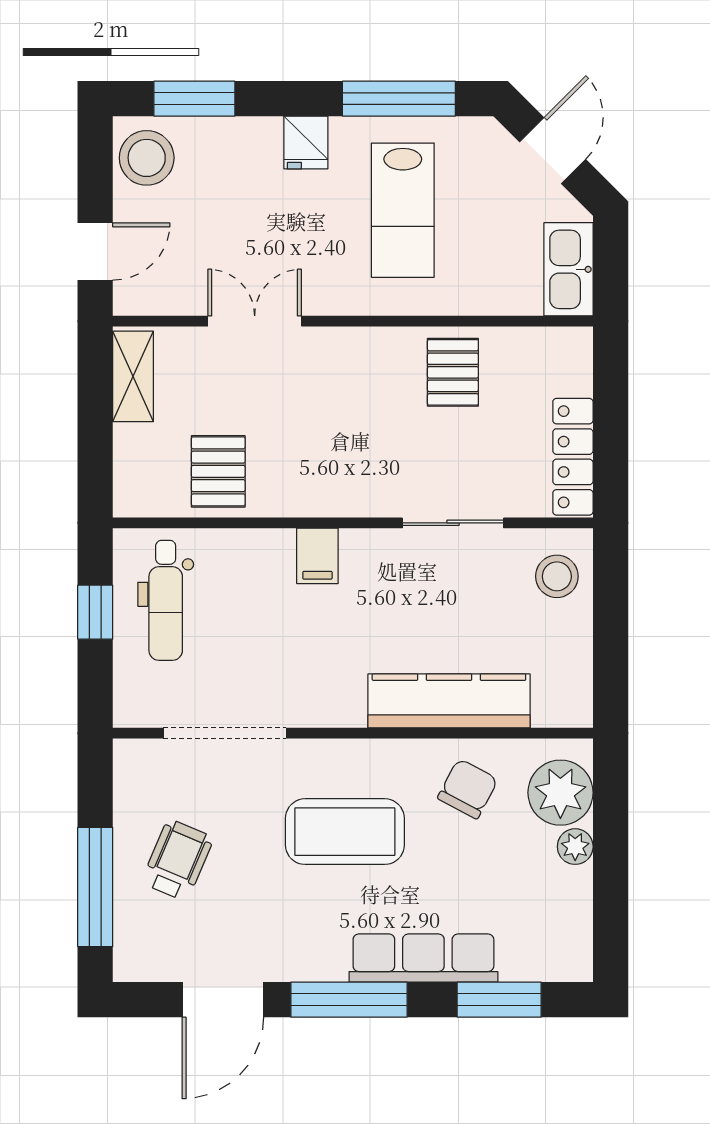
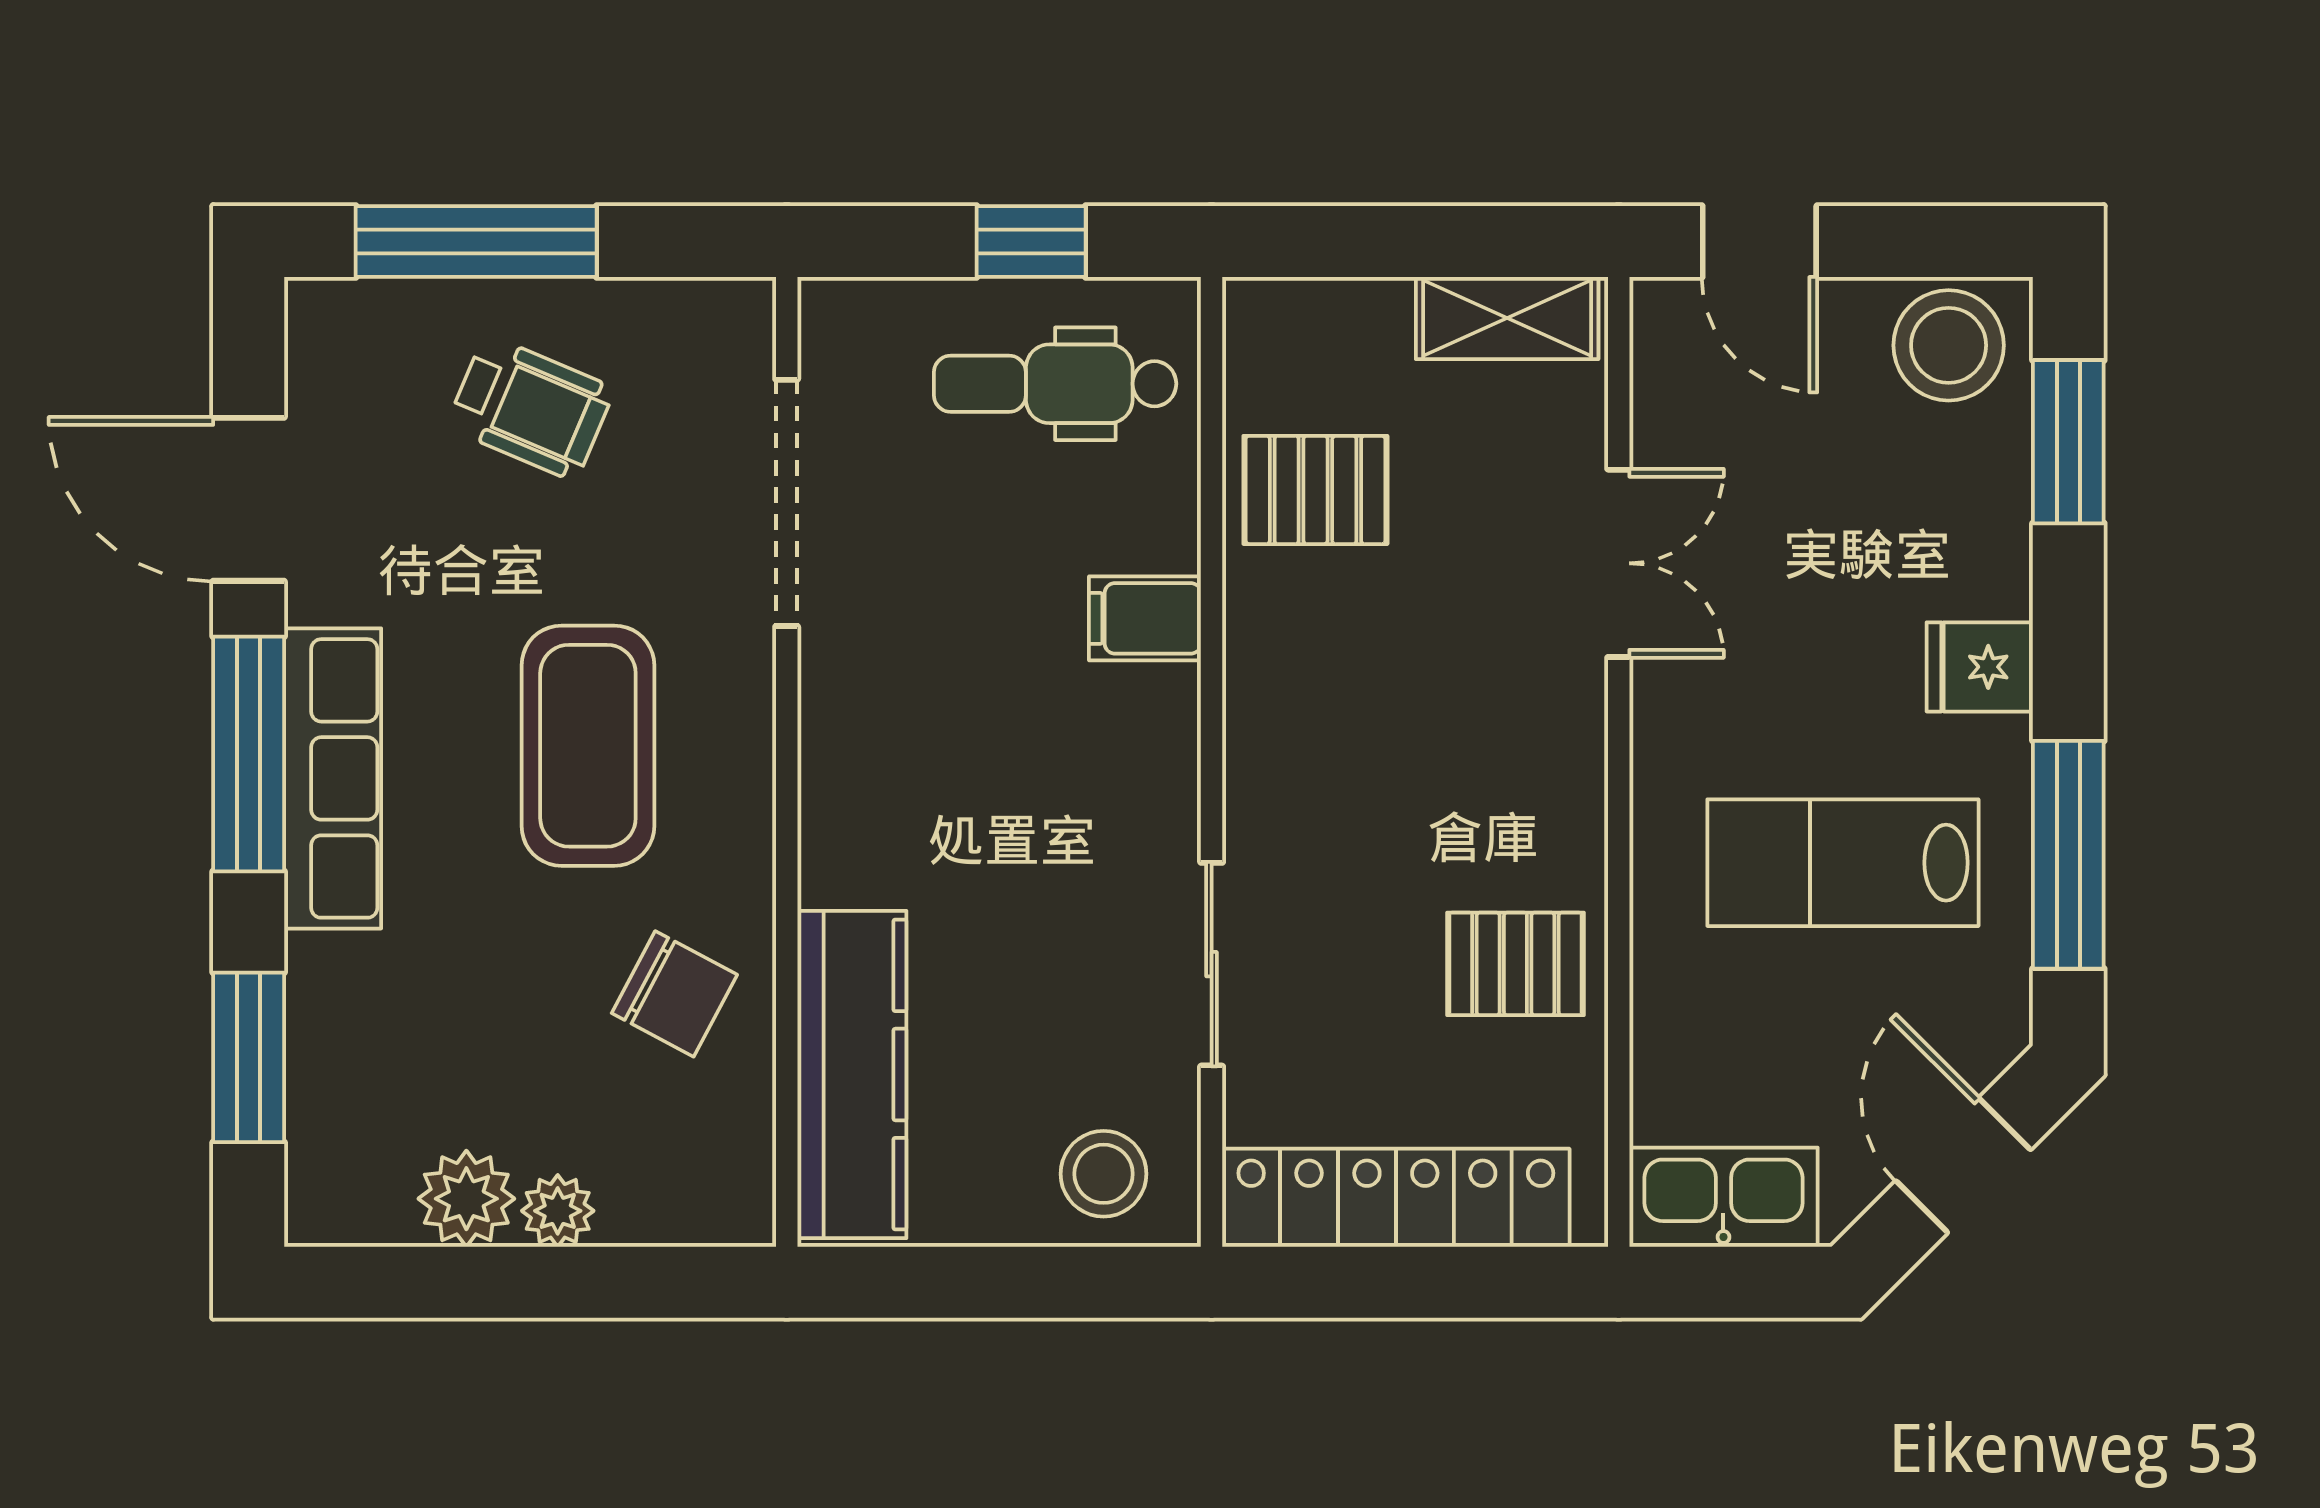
door: (553, 151) -> (1963, 1165), swing flipped
locker: (573, 457) -> (1396, 1198), width x1.41, depth x1.21
filing cabinet: (317, 556) -> (1145, 618), moved
kitchen counter: (449, 701) -> (852, 1074), moved
plant: (560, 793) -> (466, 1199), moved, width x0.73, depth x0.73
row of seats: (423, 958) -> (333, 778), moved

